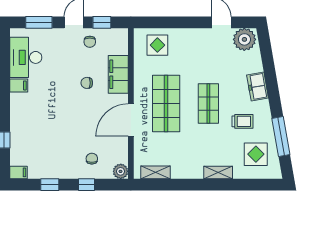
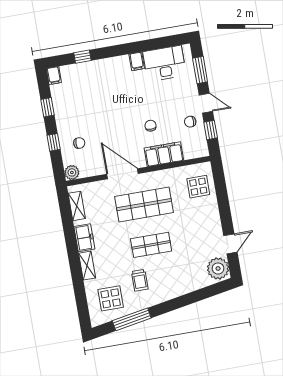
freezer: (258, 86) -> (84, 238), moved, turned 100

